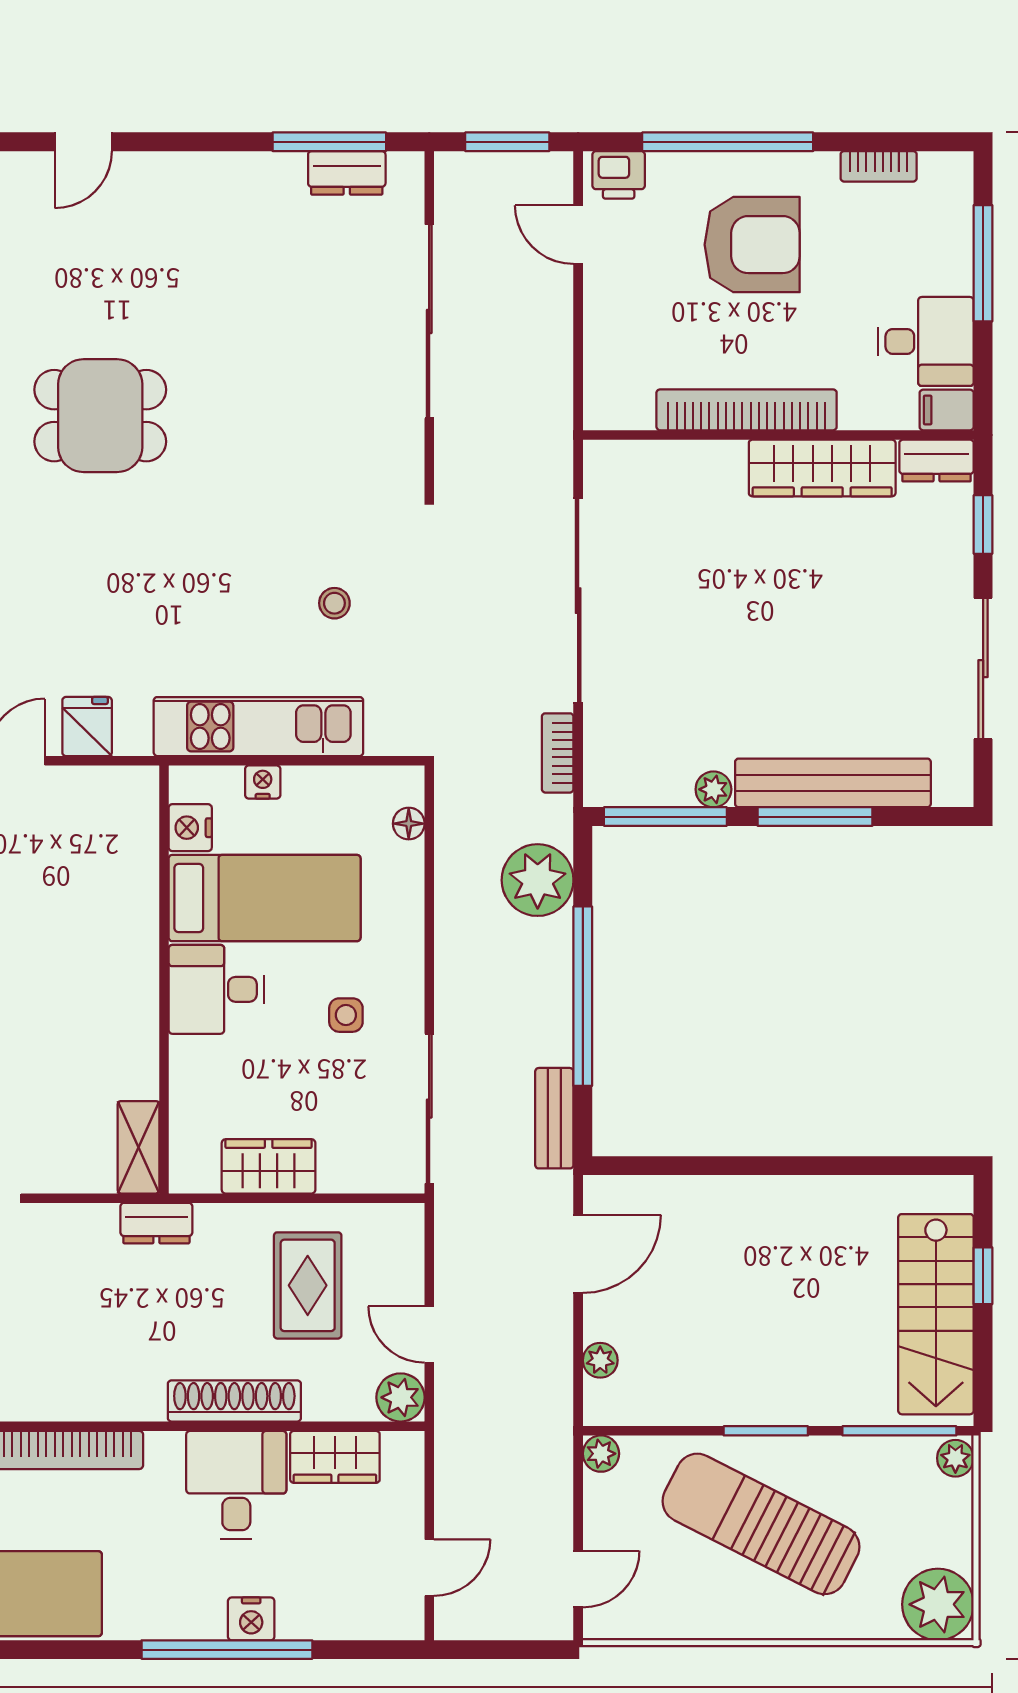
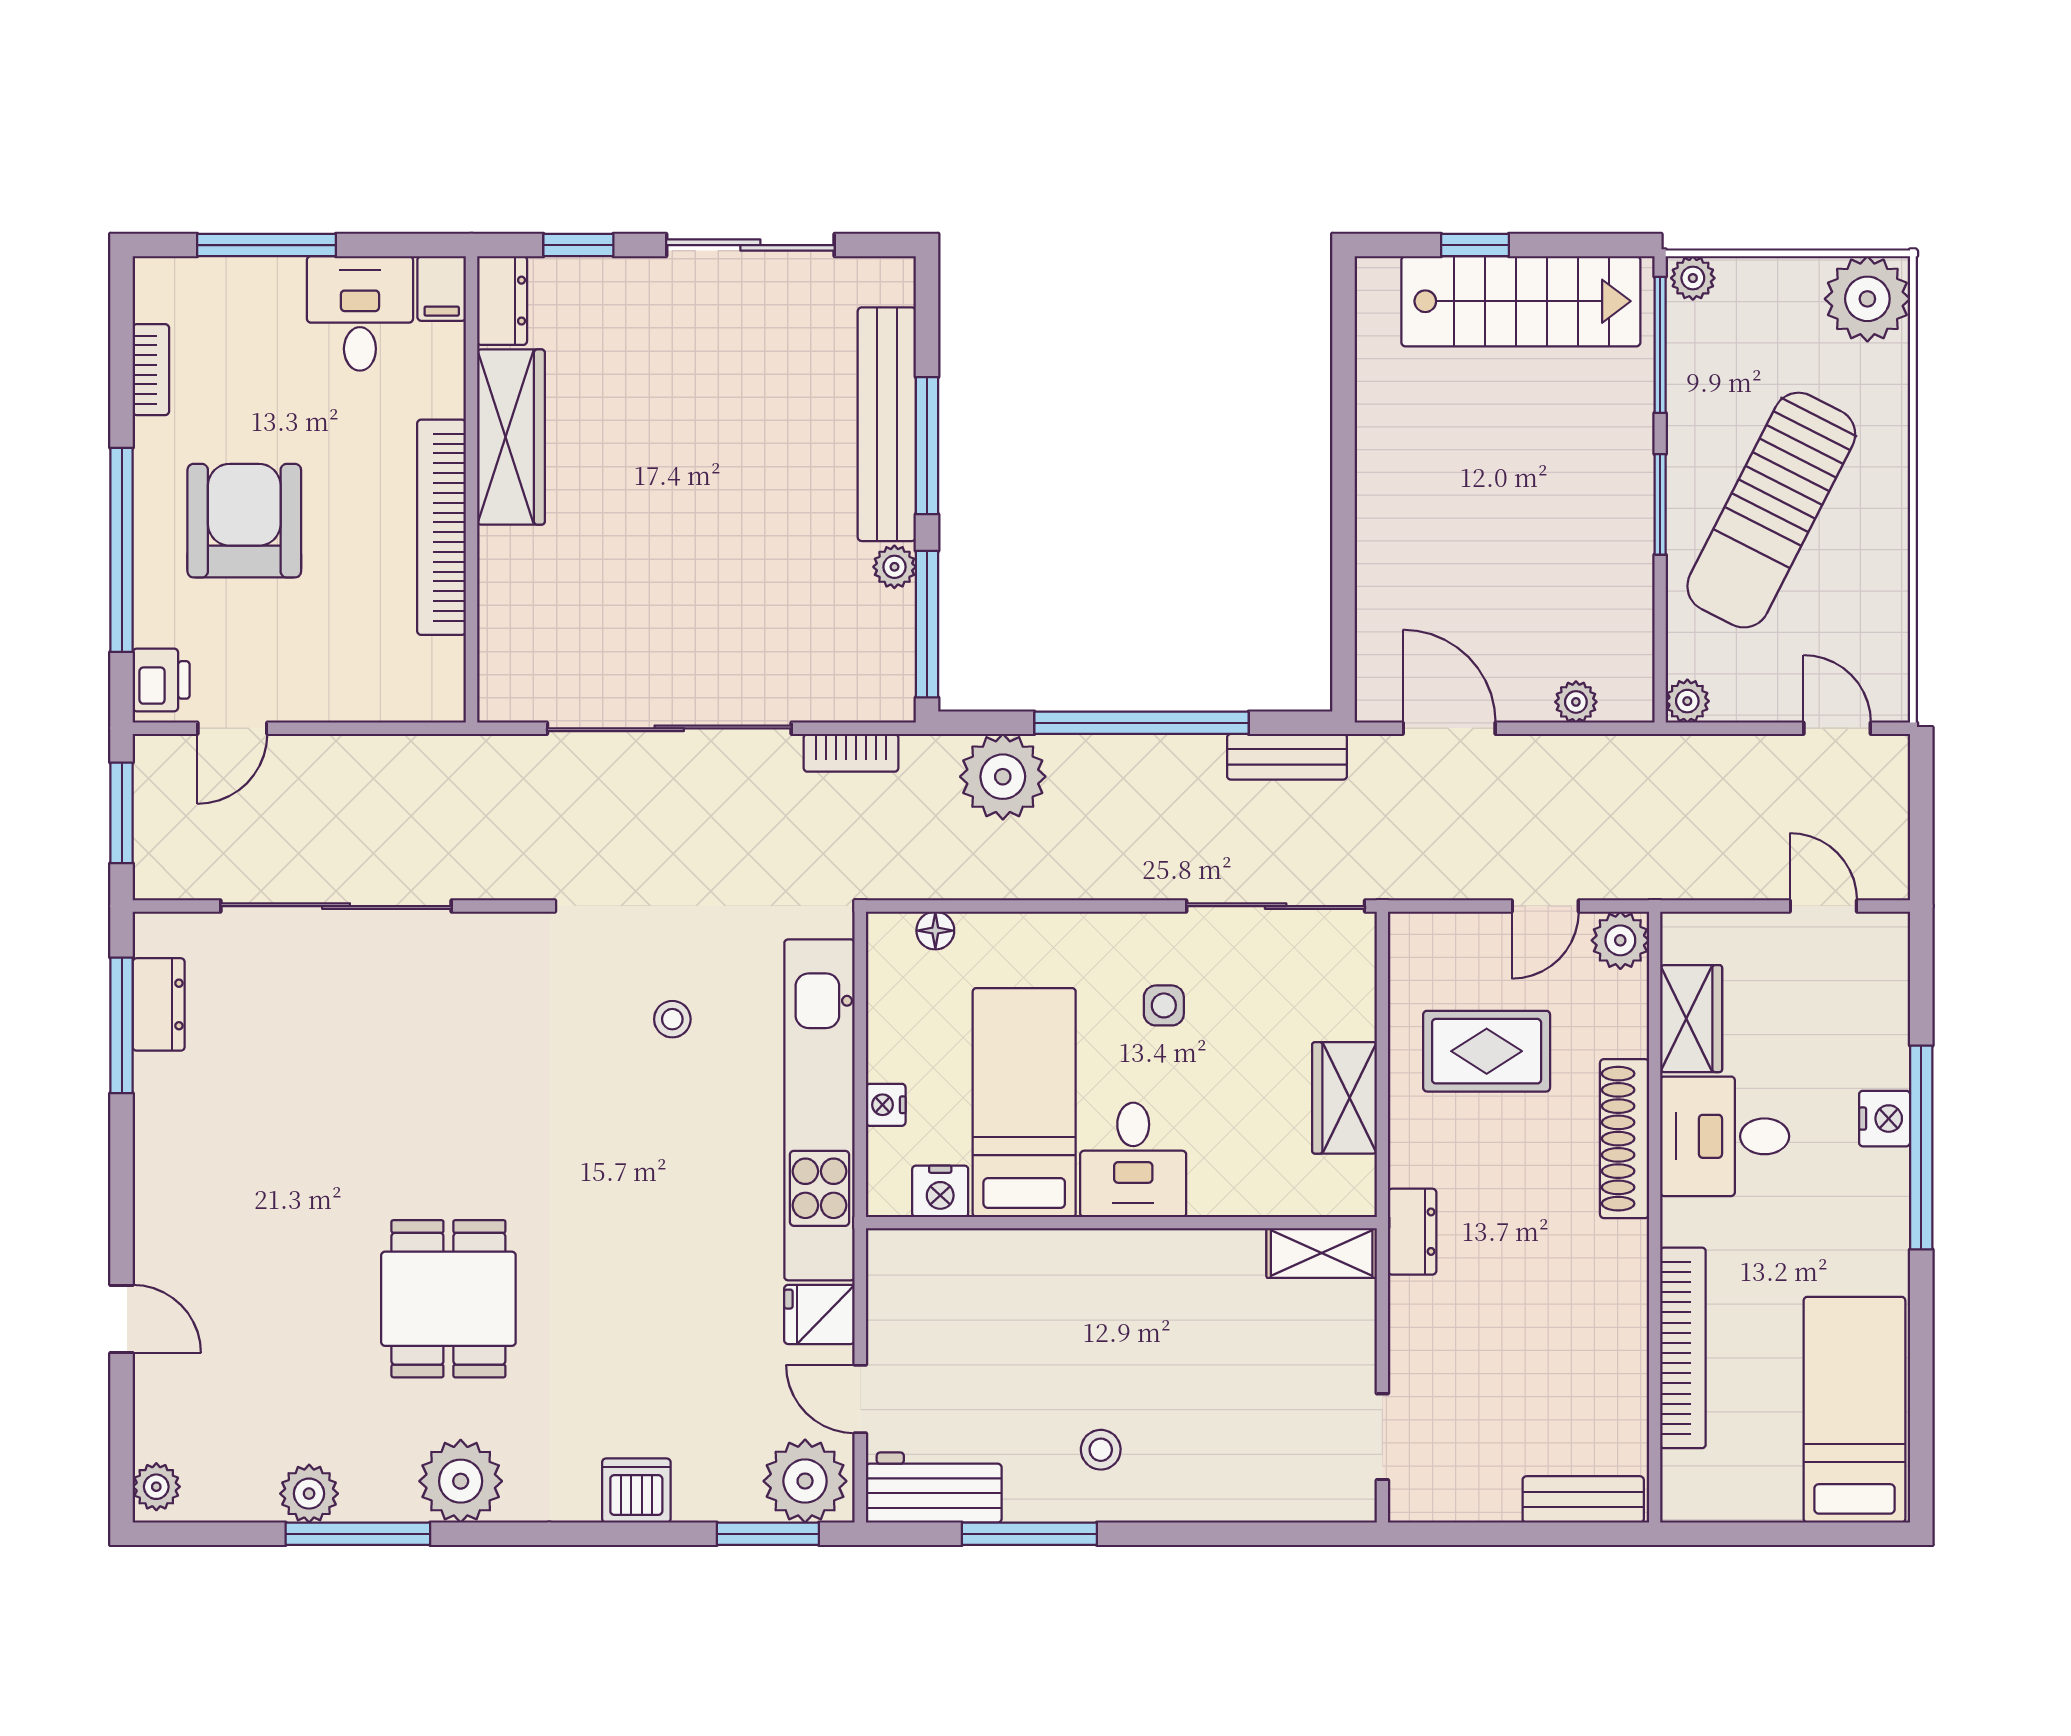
kitchen unit: (258, 727) -> (820, 1110), width x1.36

